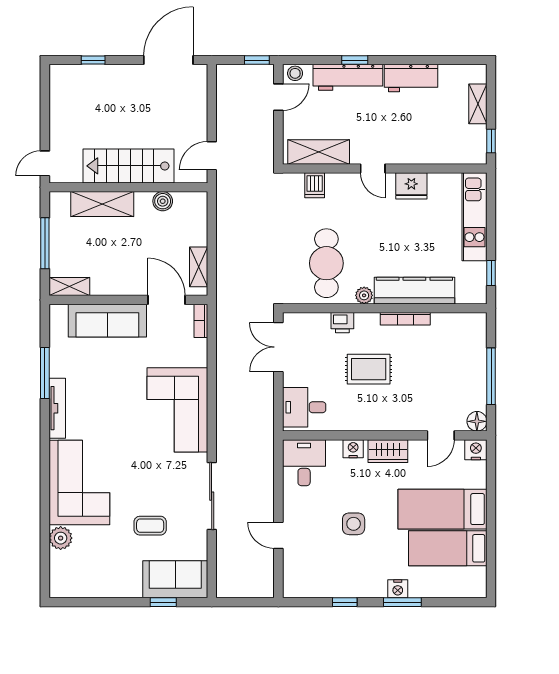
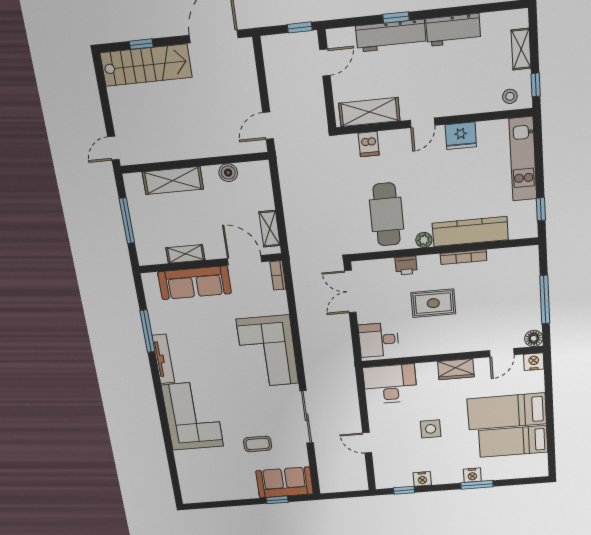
stool: (295, 73) -> (510, 96), moved
stairs: (128, 166) -> (146, 65), moved, turned 180
door: (373, 168) -> (423, 123), hinge flipped
shelving: (69, 287) -> (185, 254), moved
nightstand: (353, 449) -> (422, 479), moved, turned 180
desk: (304, 463) -> (390, 384), width x1.37
plant: (61, 538) -> (184, 459), removed
window: (345, 602) -> (404, 490), moved

